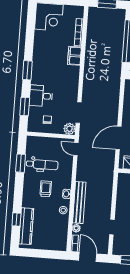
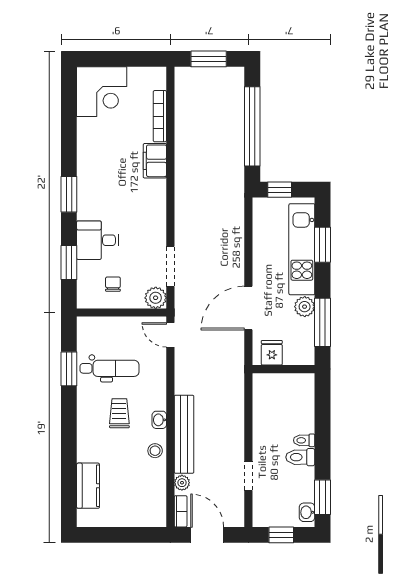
window: (16, 220) -> (69, 475), removed
kitchen counter: (26, 226) -> (88, 486), width x0.67

